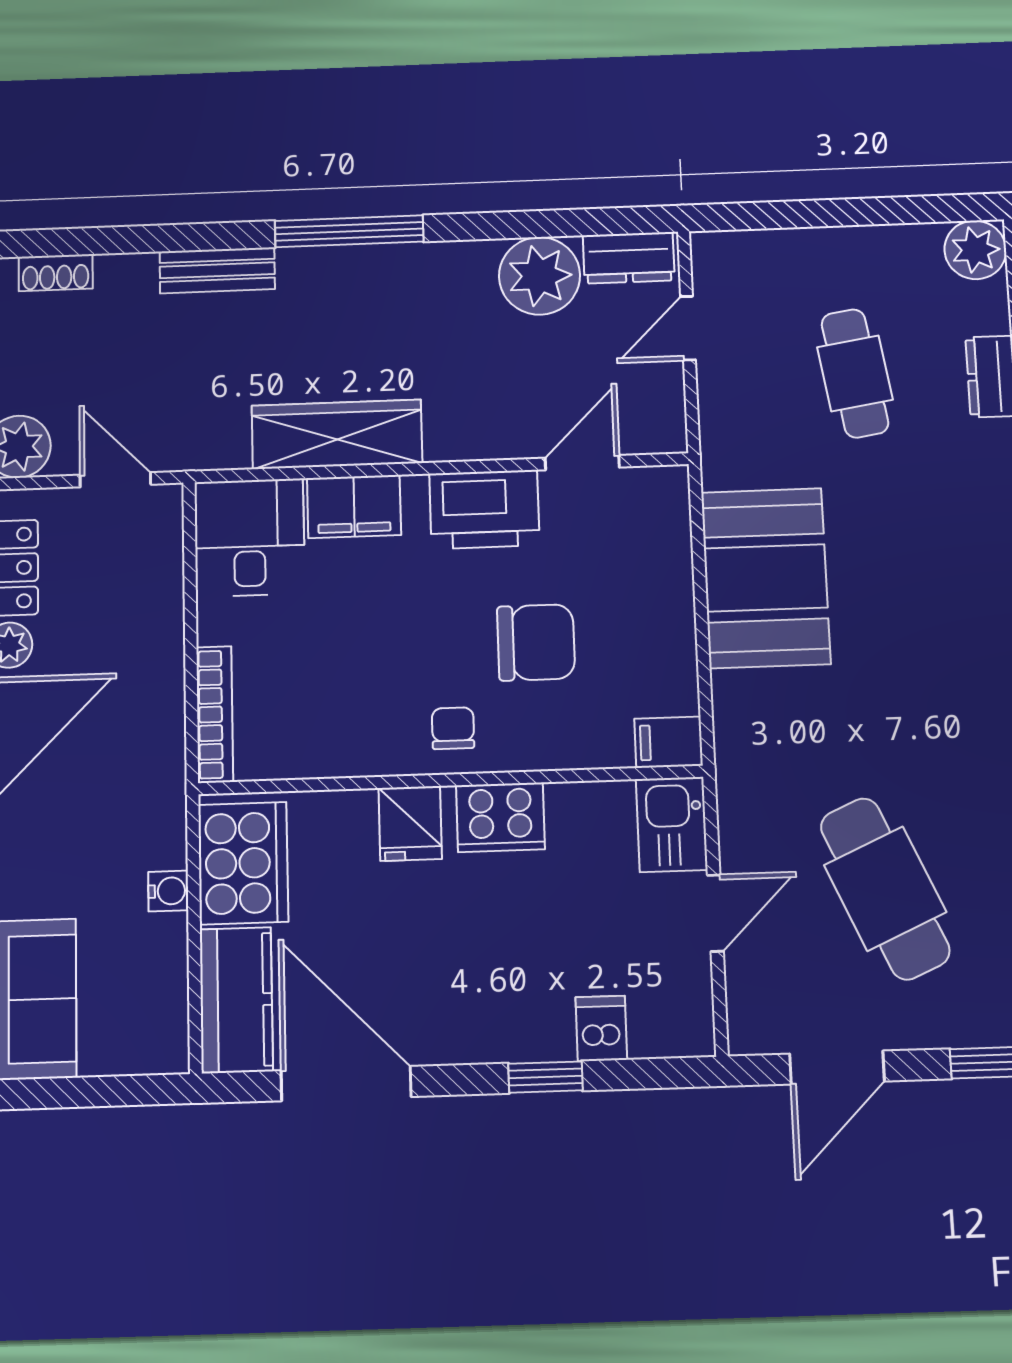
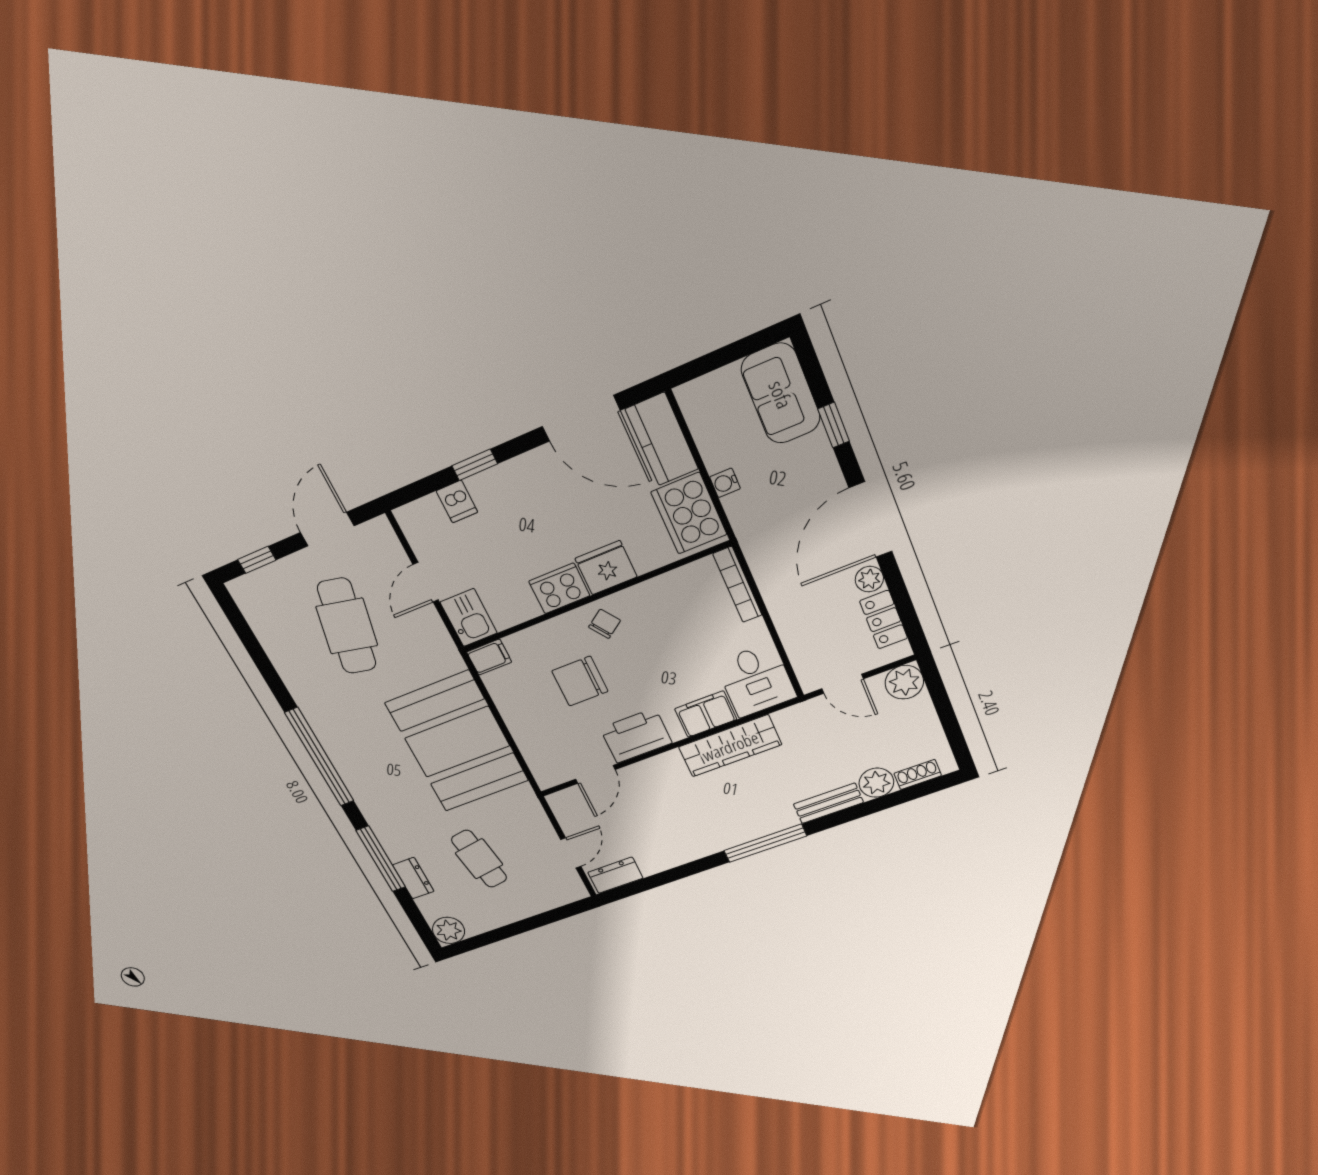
plant: (540, 276) -> (876, 783), moved, width x0.73, depth x0.73
booth: (766, 578) -> (457, 742), width x1.36, depth x1.42
chair: (453, 728) -> (605, 624), turned -125
fridge: (410, 824) -> (606, 568), width x1.38
cafe table: (885, 889) -> (347, 626), turned 36

